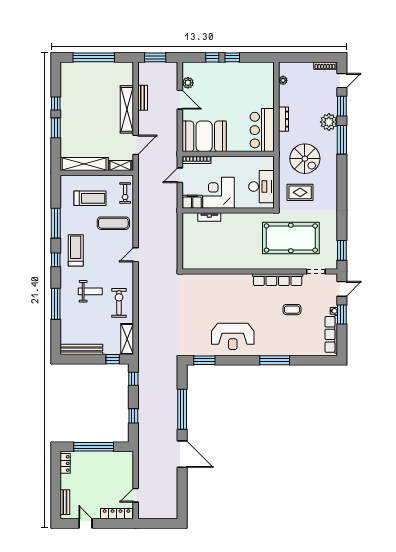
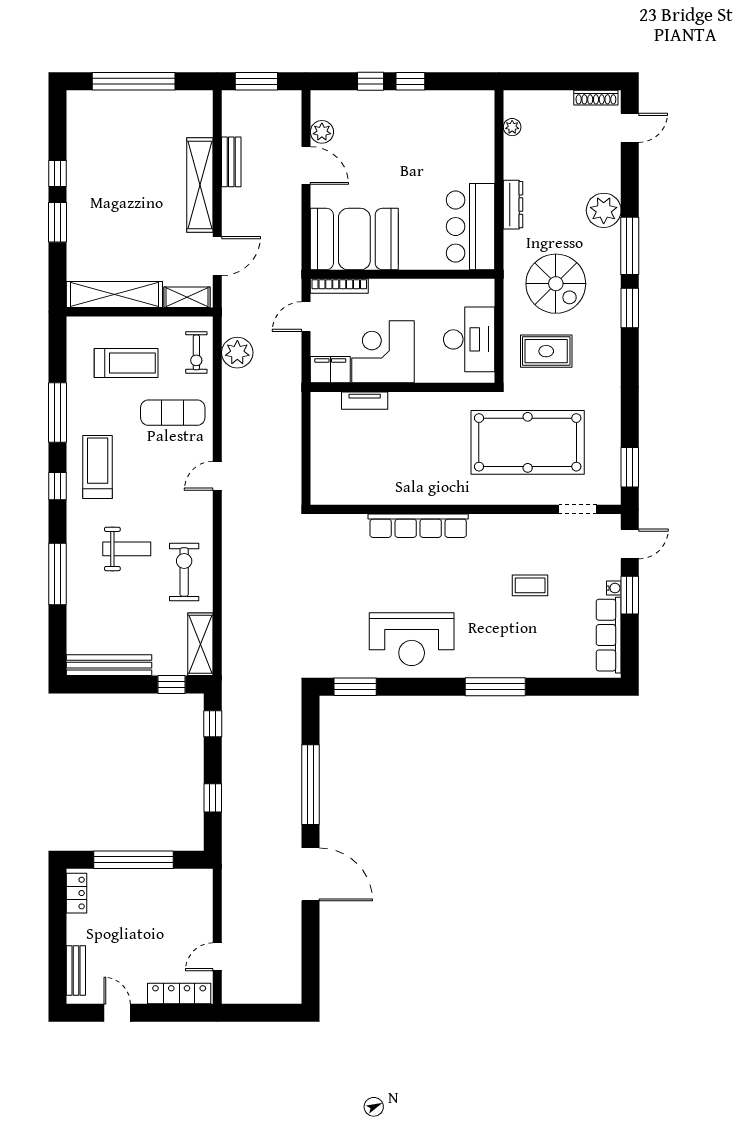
window: (342, 106) -> (630, 308), moved
plant: (146, 193) -> (237, 353), added
row of seats: (278, 280) -> (418, 526), moved

